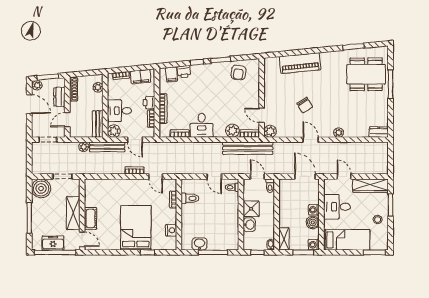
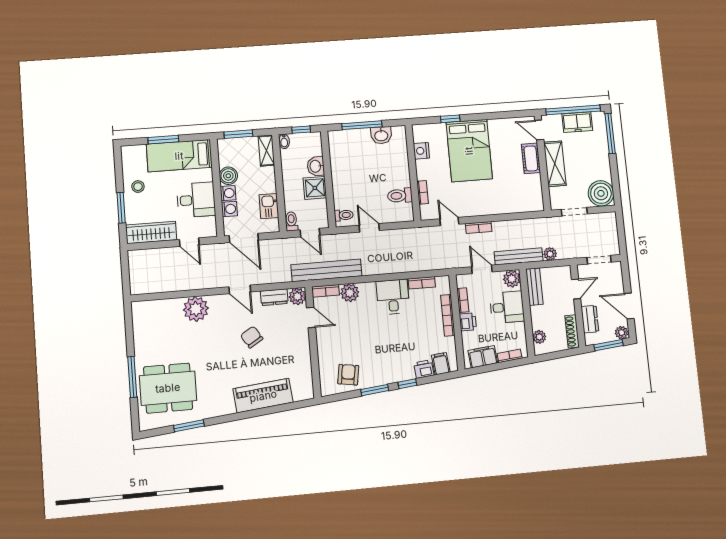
dresser: (379, 132) -> (274, 297), moved
plant: (339, 133) -> (196, 309), width x1.88, depth x1.88
kitchen sink: (285, 198) -> (269, 206), added
window: (29, 218) -> (610, 133), moved
washing machine: (314, 245) -> (229, 209), moved
window: (374, 252) -> (163, 140), moved

